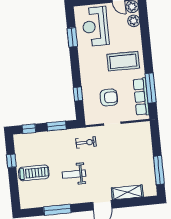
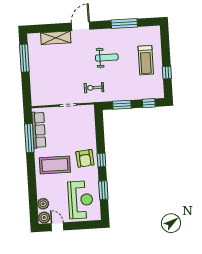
window: (78, 94) -> (101, 160), moved
armchair: (109, 97) -> (85, 158), moved, turned -95
treadmill: (34, 173) -> (146, 60), turned -90

